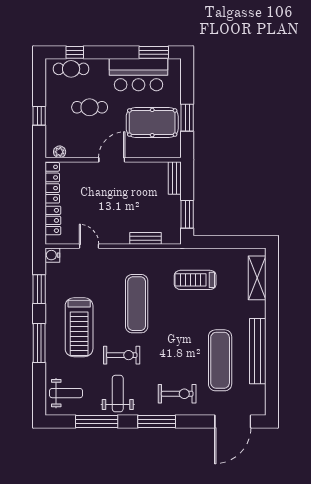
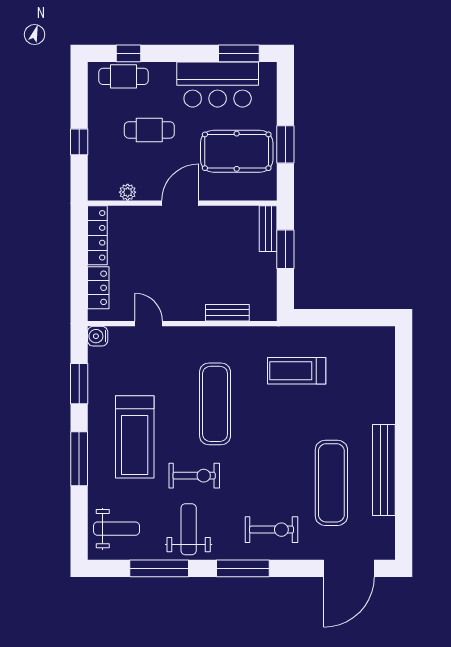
plant: (60, 152) -> (128, 192), moved
window: (187, 214) -> (285, 249), moved
shelving: (257, 278) -> (383, 368), removed

